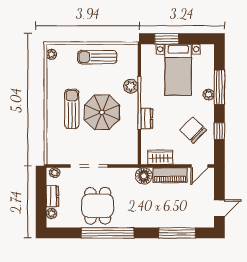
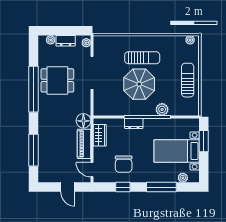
plant: (209, 94) -> (183, 178), moved
chair: (193, 130) -> (124, 164), turned 136
door: (219, 208) -> (68, 187), moved

